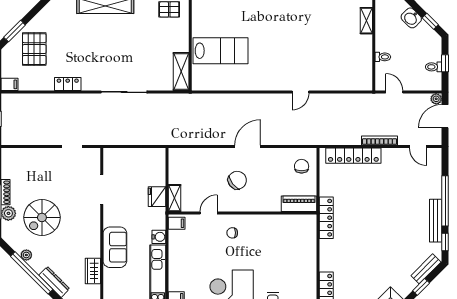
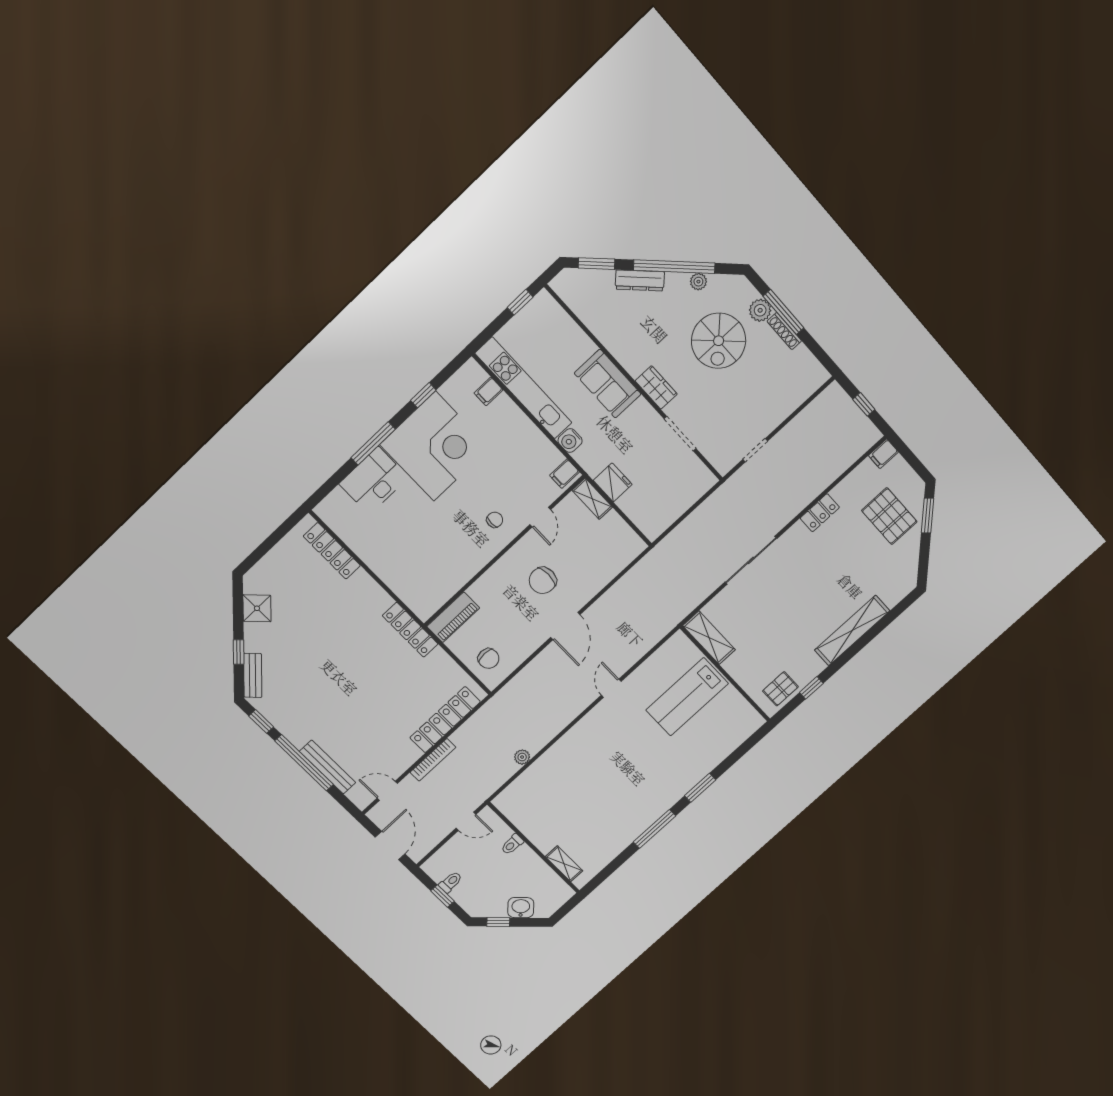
door: (300, 92) -> (611, 688), moved
plant: (436, 99) -> (522, 757), moved
chair: (237, 180) -> (543, 580), turned 38
spiral stairs: (42, 217) -> (719, 341), turned 180
bench: (436, 221) -> (328, 767), moved
wardrobe: (93, 271) -> (656, 387), moved

